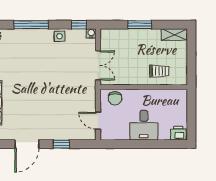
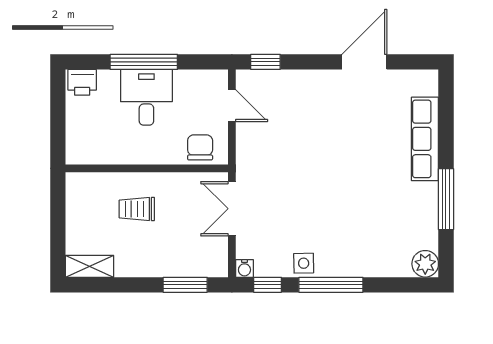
window: (31, 25) -> (331, 285), moved
window: (140, 25) -> (185, 285), moved
trolley: (159, 71) -> (137, 209), moved
window: (61, 144) -> (265, 62), moved
window: (145, 144) -> (144, 62), added

